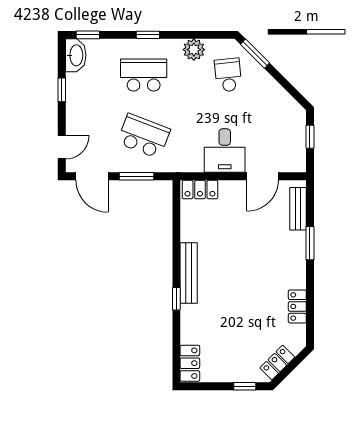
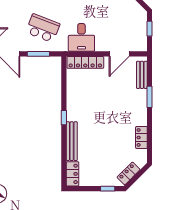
desk: (225, 151) -> (81, 37), moved
locker: (200, 189) -> (85, 62), width x1.53
bench: (189, 273) -> (72, 141), moved
window: (176, 299) -> (64, 118), moved

